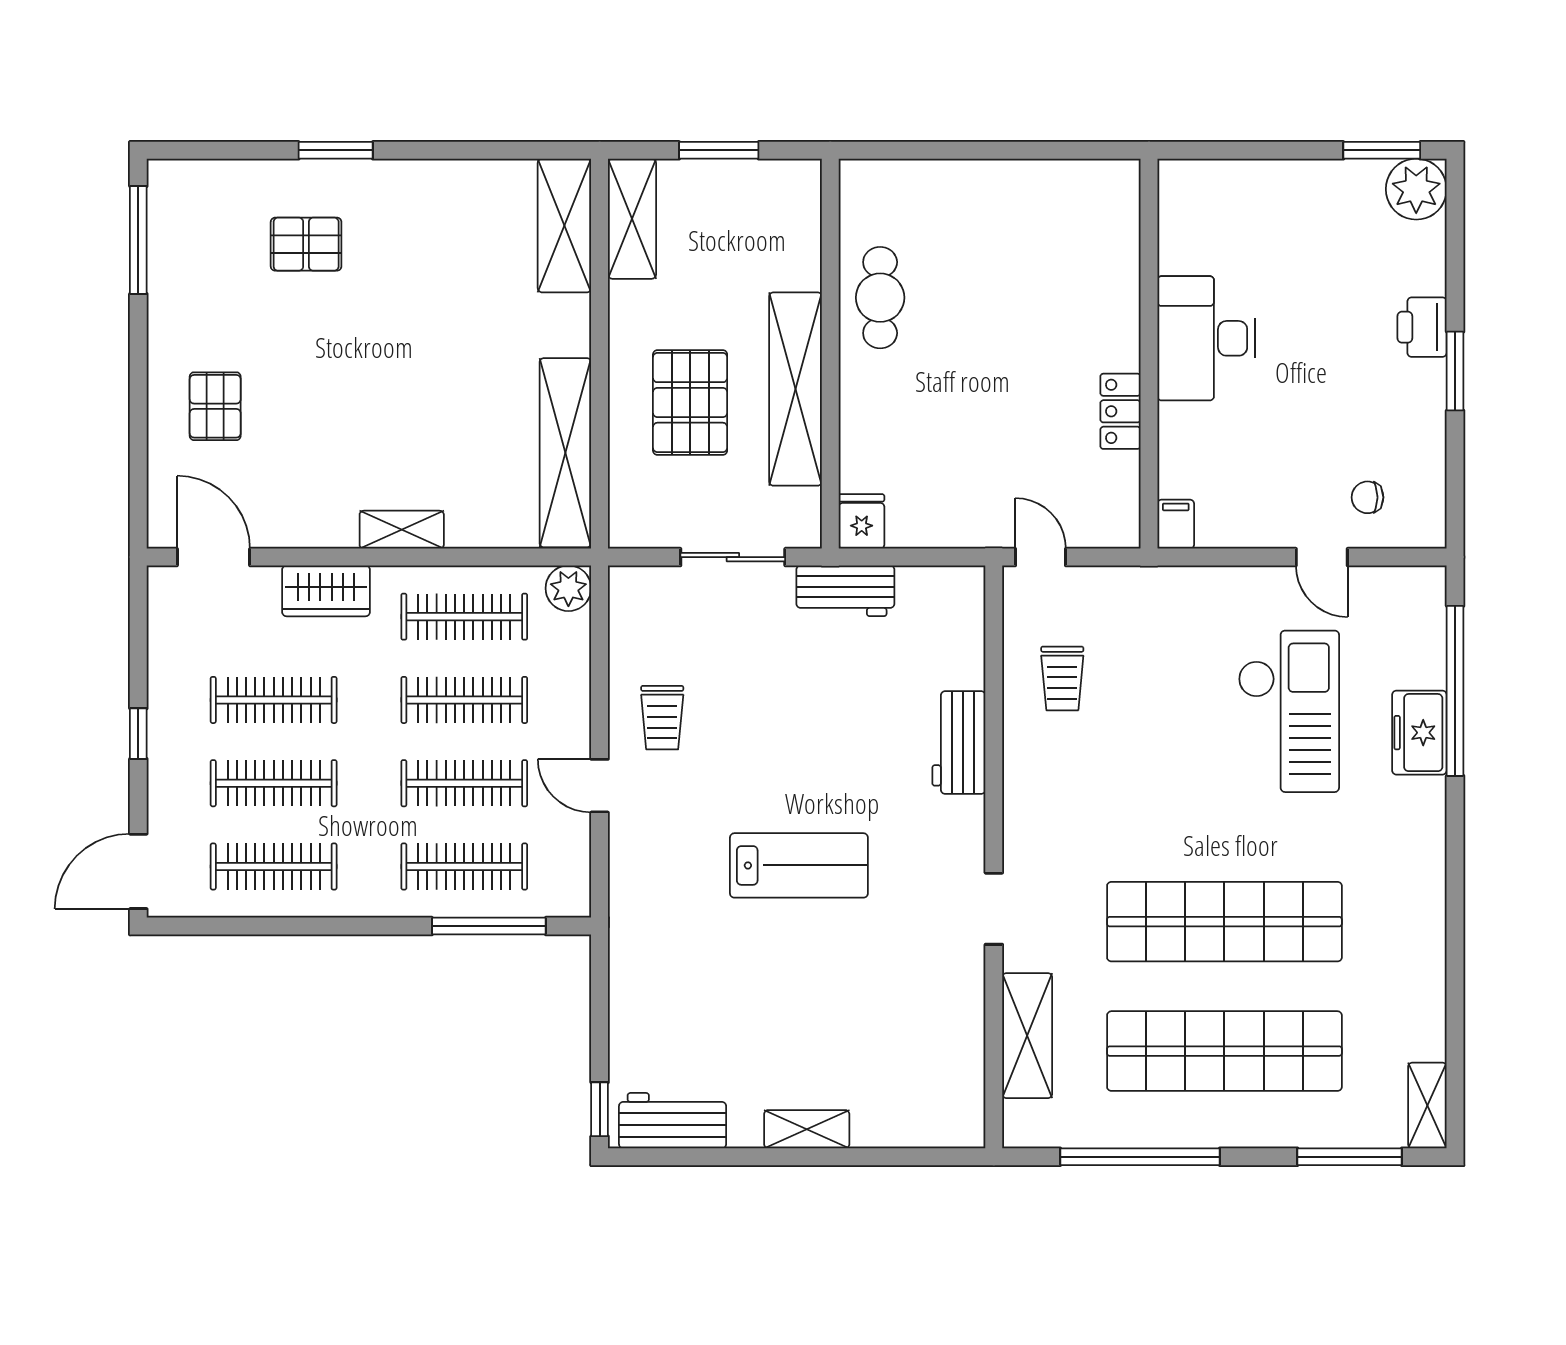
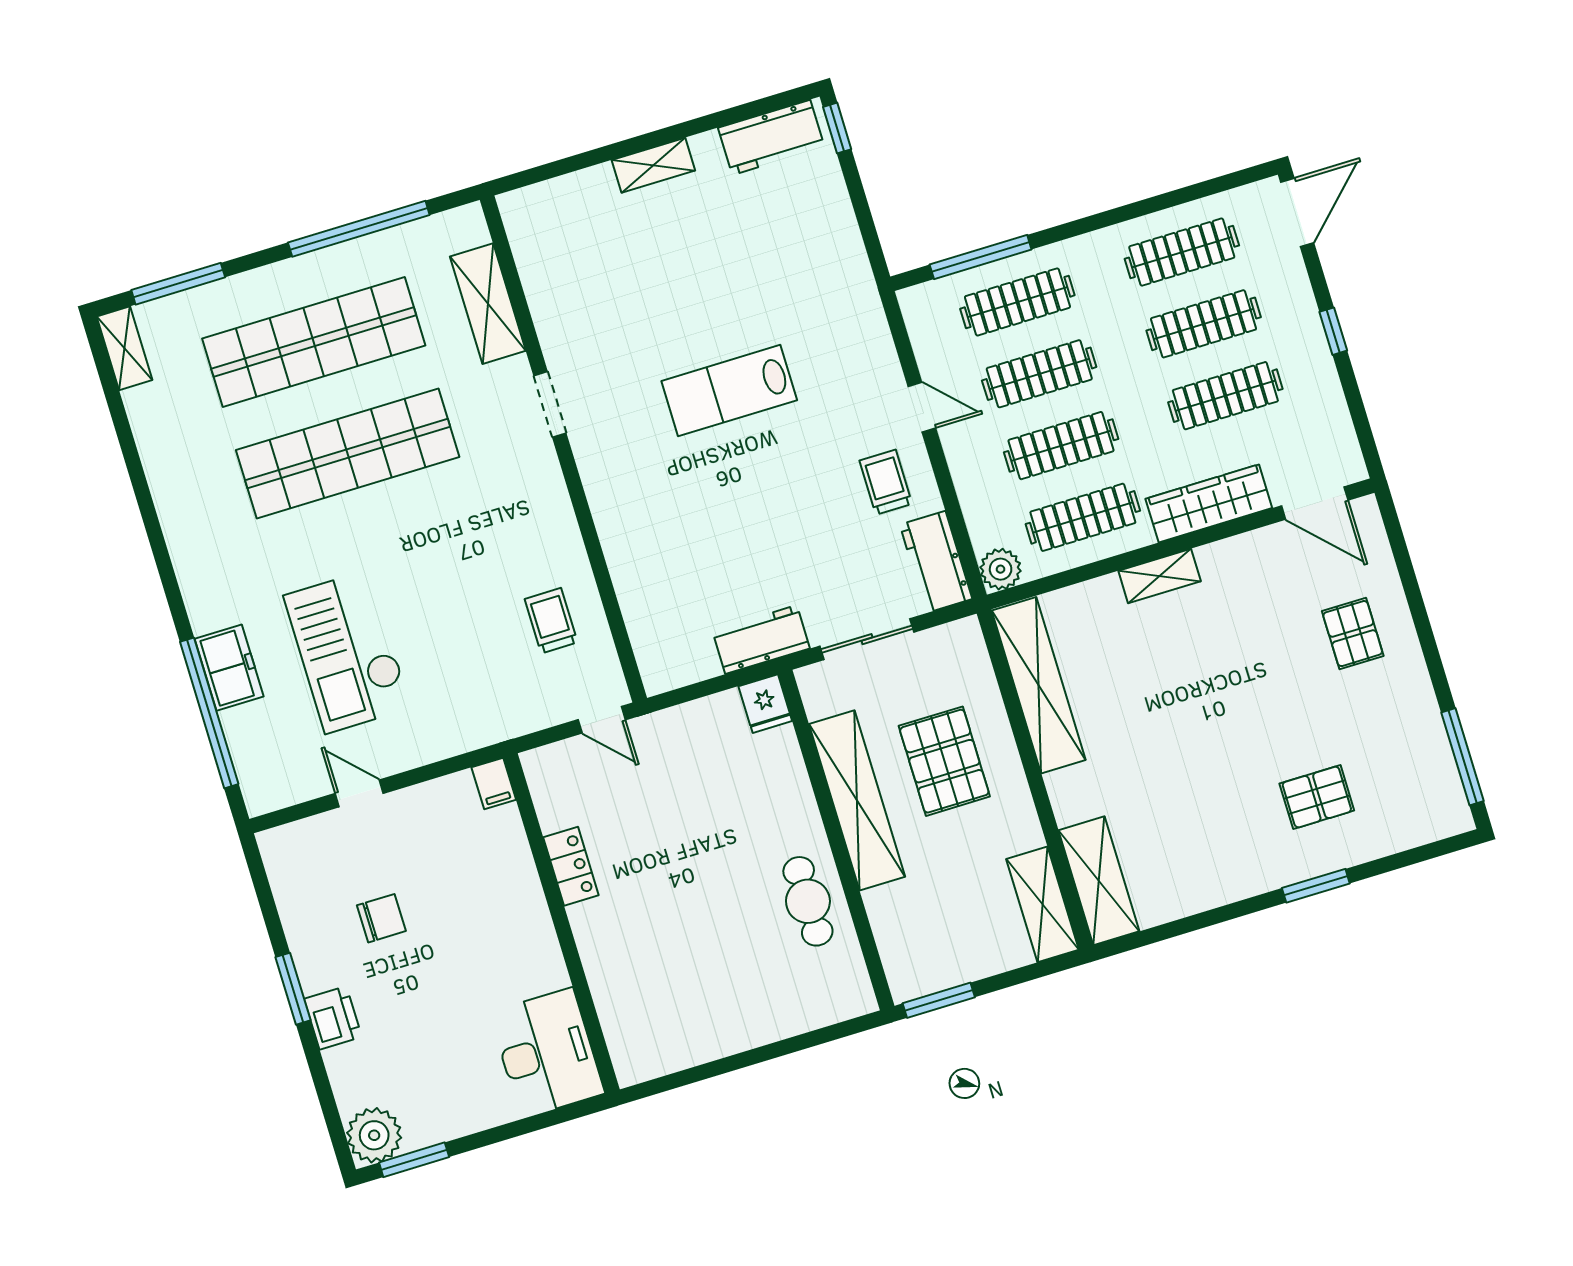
window: (719, 150) -> (939, 1000), moved
desk: (1206, 338) -> (547, 1053), moved
chair: (1367, 497) -> (381, 918), moved, width x1.37, depth x1.37
wardrobe: (326, 591) -> (1209, 503), width x1.50
workbench: (959, 743) -> (936, 562), moved, turned 180

